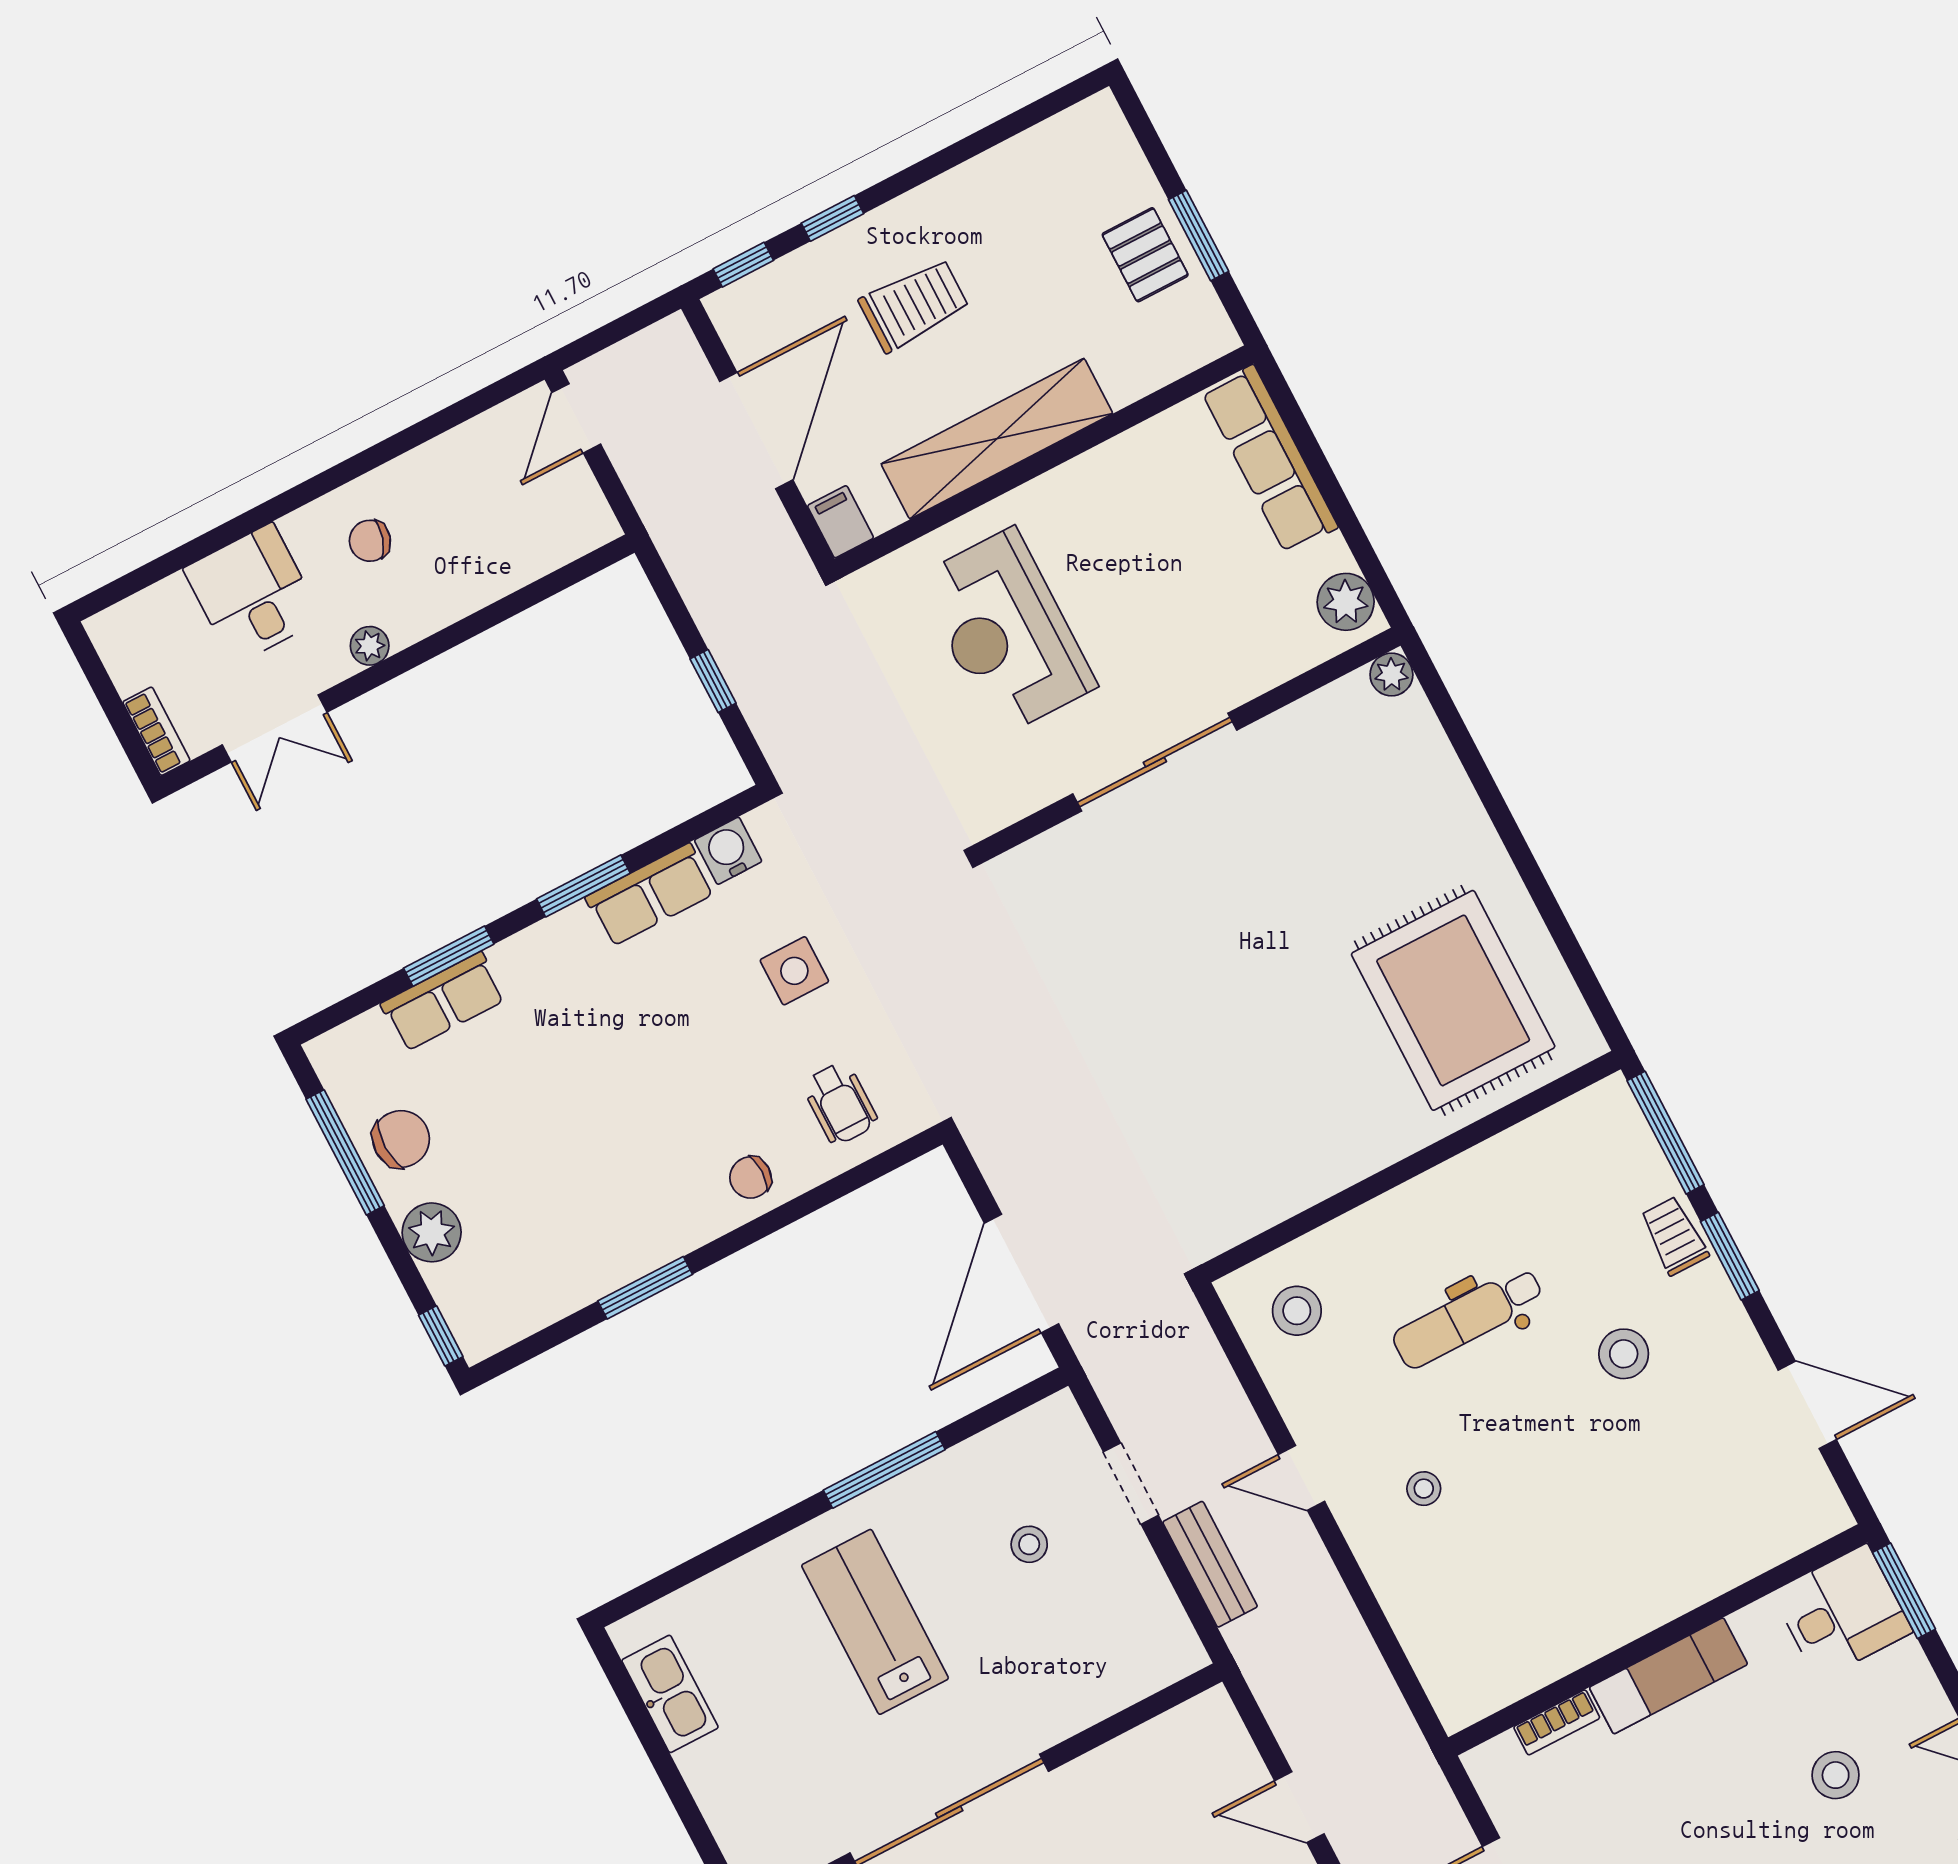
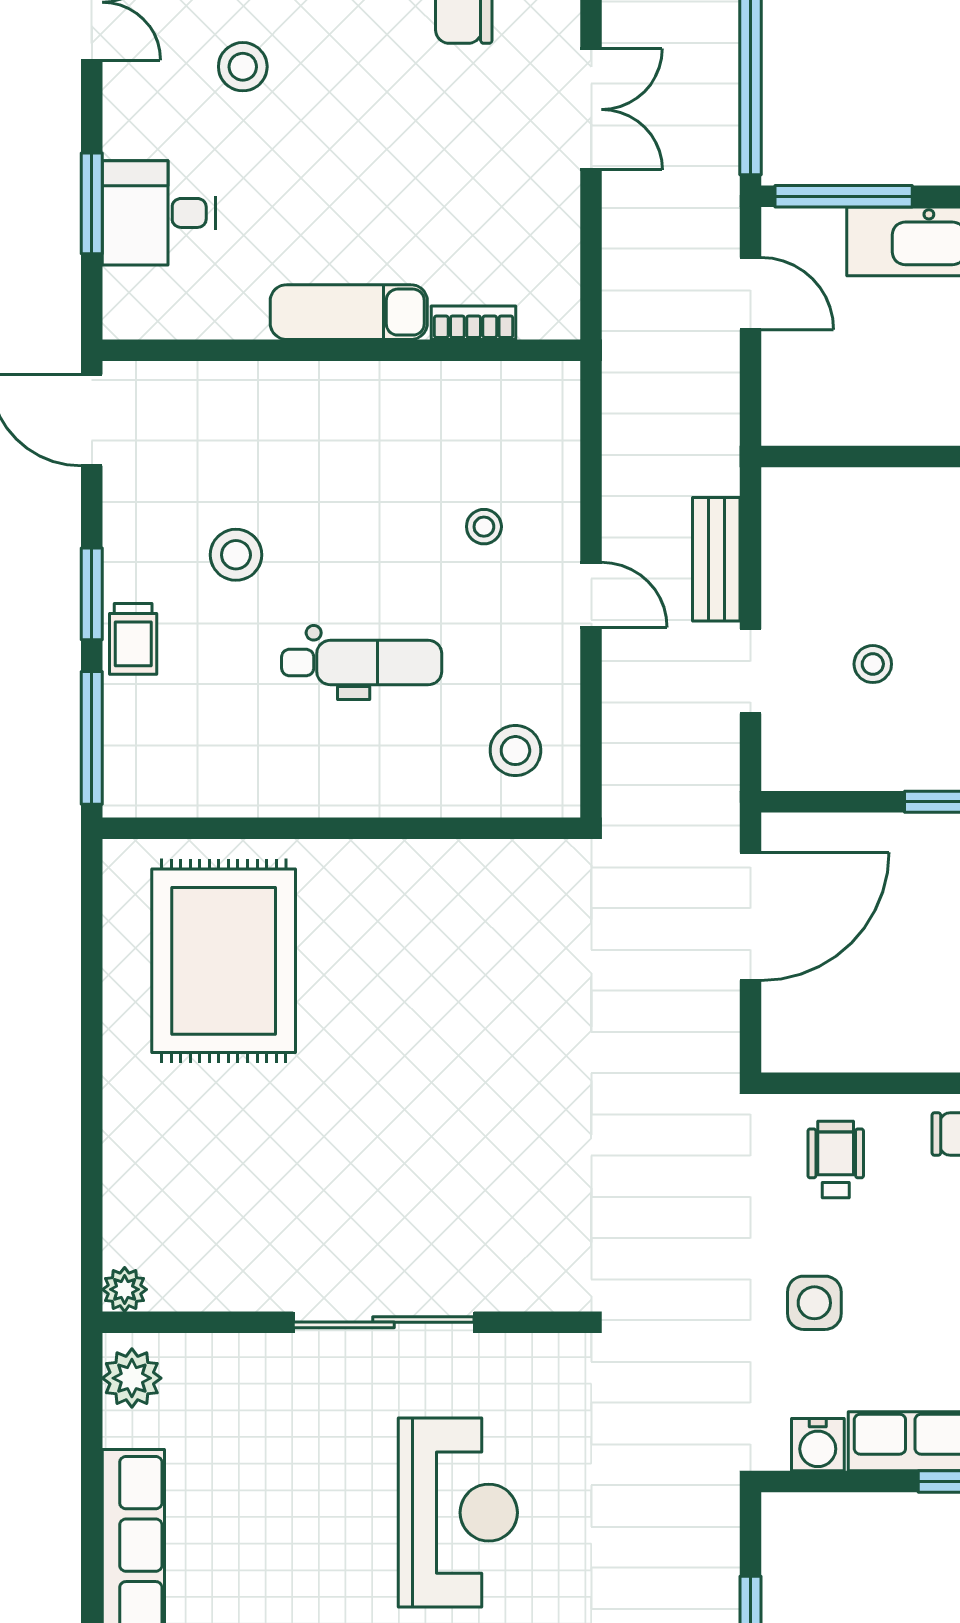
wall: (1658, 1640) -> (341, 350), moved
exam couch: (1668, 1676) -> (349, 312), moved
bookcase: (1557, 1722) -> (474, 323), moved

